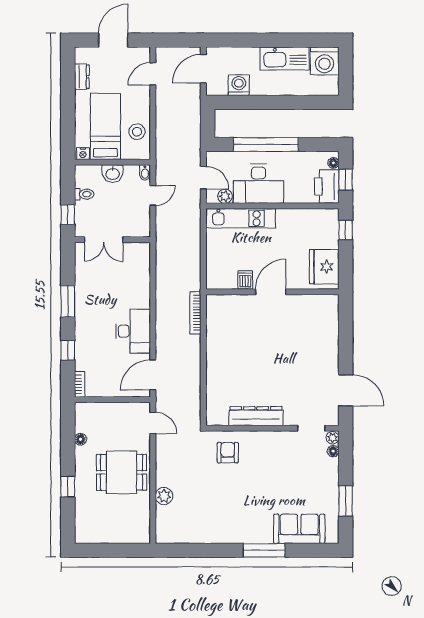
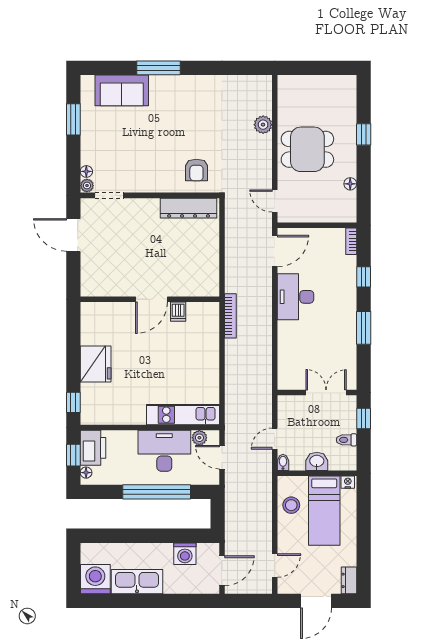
dresser: (82, 77) -> (349, 580), moved
dishwasher: (245, 280) -> (178, 312), moved
door: (271, 292) -> (151, 299), moved
wall: (272, 292) -> (150, 299), moved
dresser: (256, 416) -> (189, 208), moved

